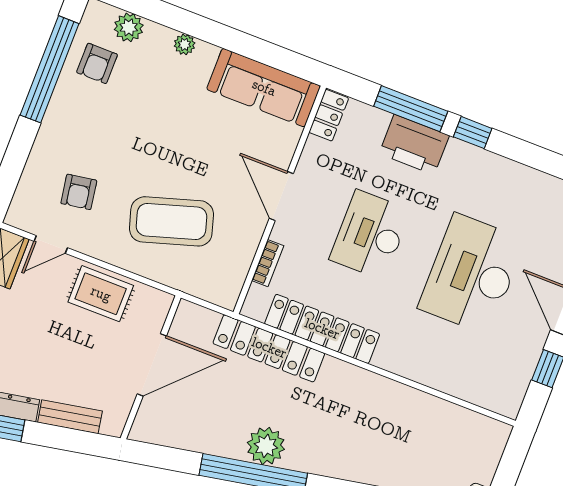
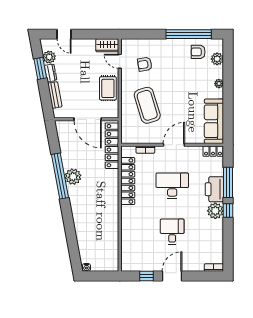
plant: (463, 161) -> (215, 211), added
desk: (472, 274) -> (172, 232), width x0.53, depth x0.77
locker: (269, 348) -> (112, 146), moved

